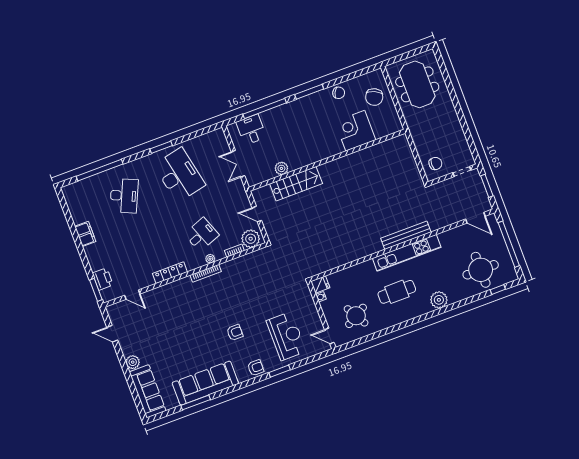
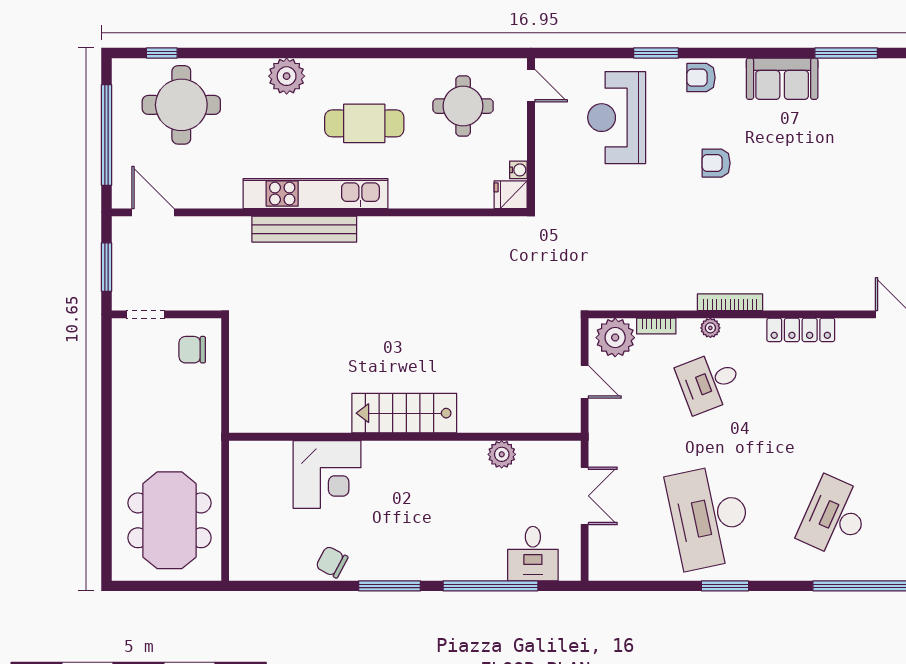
chair: (374, 97) -> (264, 527), removed
stairs: (296, 184) -> (404, 413), moved
round table: (356, 316) -> (463, 106), turned 30
sofa: (205, 383) -> (782, 79), width x0.54, depth x0.79

